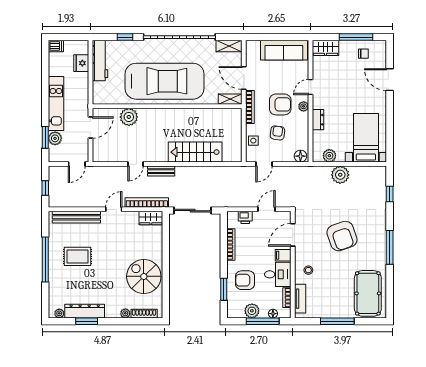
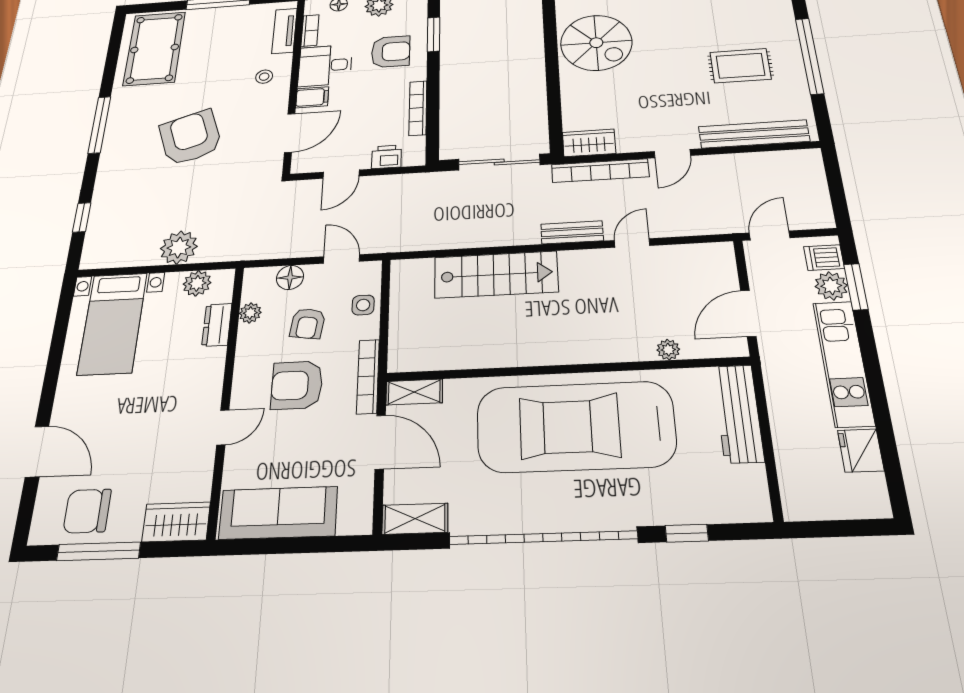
dishwasher: (56, 46) -> (824, 258), moved
chair: (363, 54) -> (87, 511), width x1.87, depth x1.87
workbench: (100, 61) -> (738, 413), moved
fridge: (81, 63) -> (861, 450), moved, turned 180
plant: (304, 106) -> (250, 313), moved
plant: (129, 117) -> (668, 350), width x0.53, depth x0.53
dresser: (318, 120) -> (217, 325), moved
floor lamp: (300, 156) -> (290, 277), moved
door: (264, 164) -> (342, 259), hinge flipped
window: (45, 188) -> (835, 184), removed

